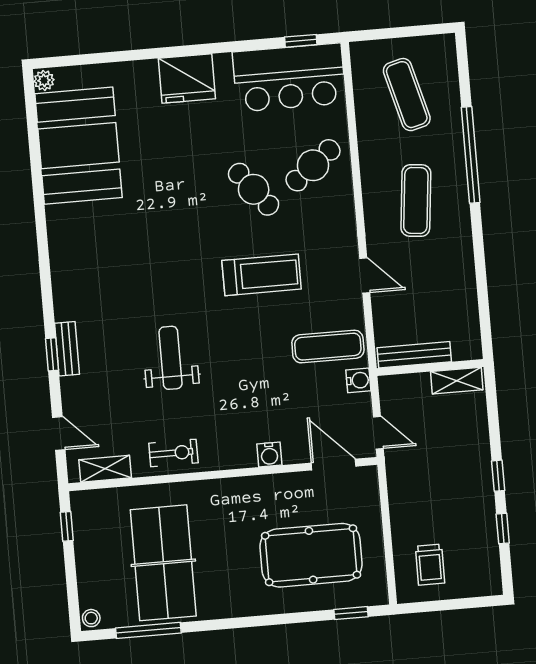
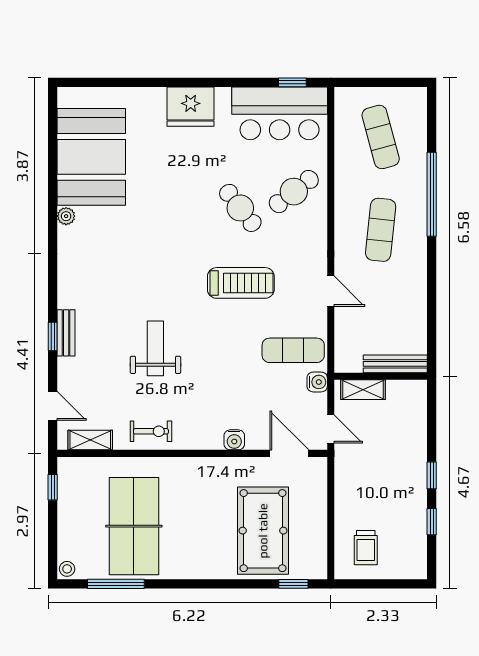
plant: (44, 80) -> (66, 216), moved
bench: (414, 355) -> (395, 364), moved
shelving: (457, 381) -> (363, 390), moved
pool table: (311, 555) -> (263, 531), turned 90

